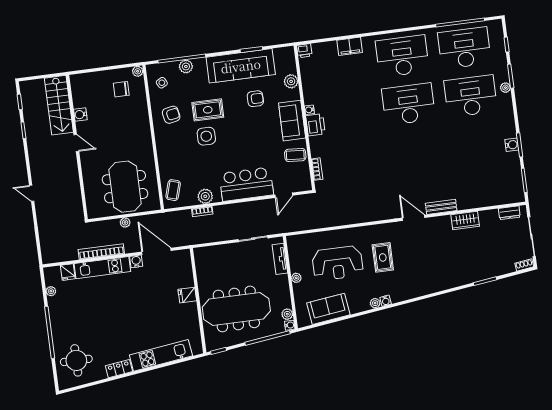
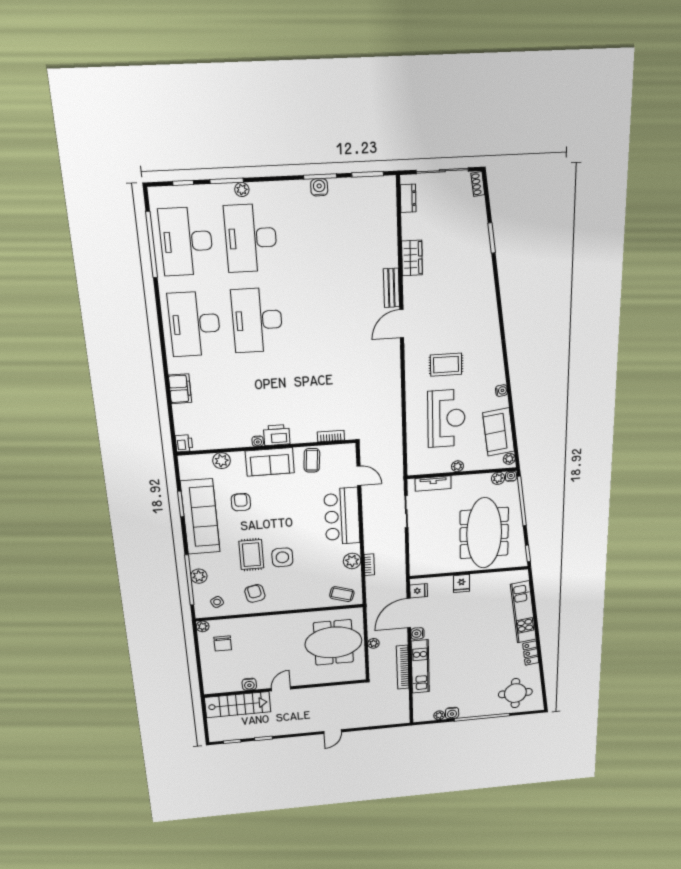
fridge: (68, 272) -> (419, 591), moved
water cooler: (386, 301) -> (502, 391), moved
water cooler: (54, 303) -> (452, 713), added
plant: (375, 303) -> (509, 459), moved

